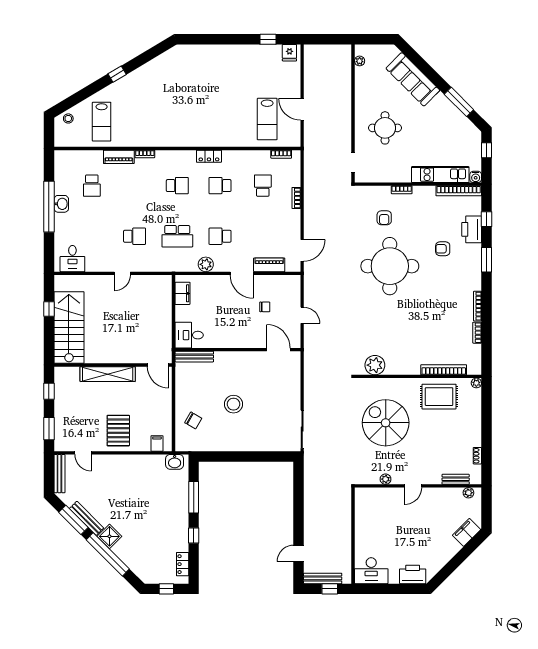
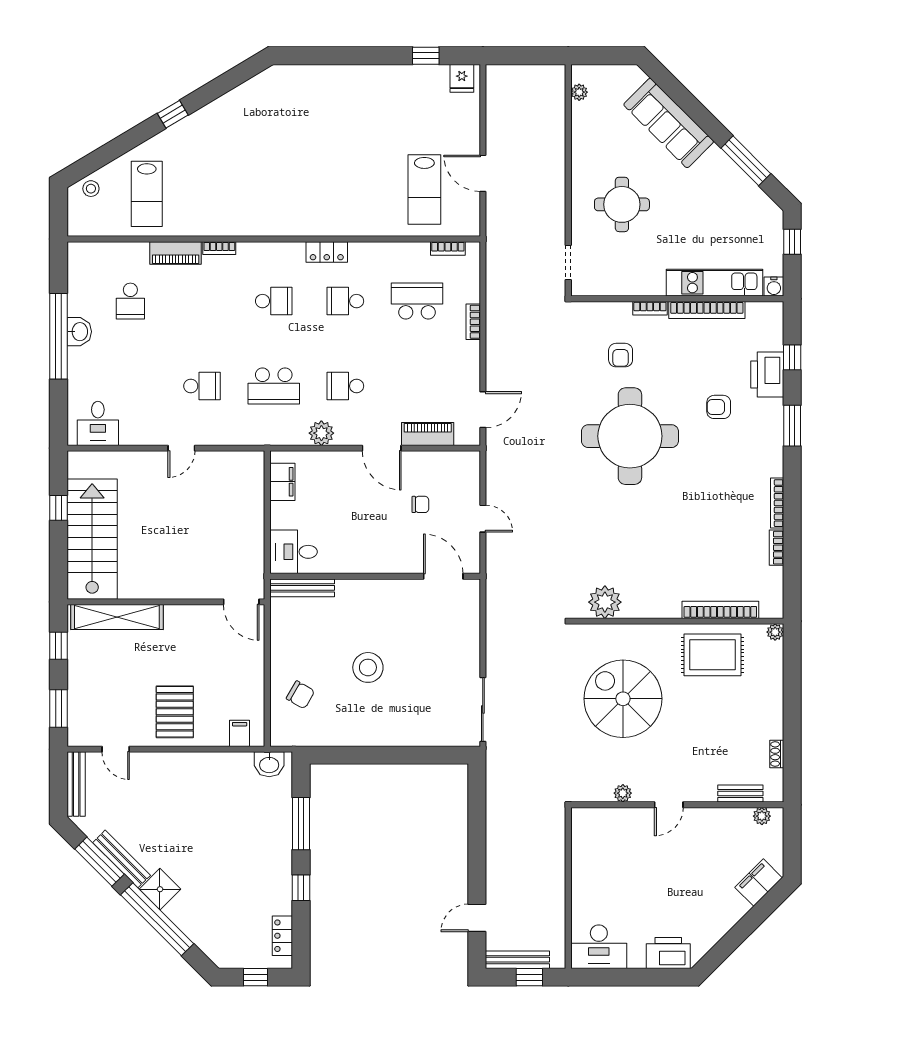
school desk: (263, 186) -> (417, 301), width x1.85
bookcase: (459, 191) -> (707, 310), moved
shelving: (108, 374) -> (117, 617), moved

